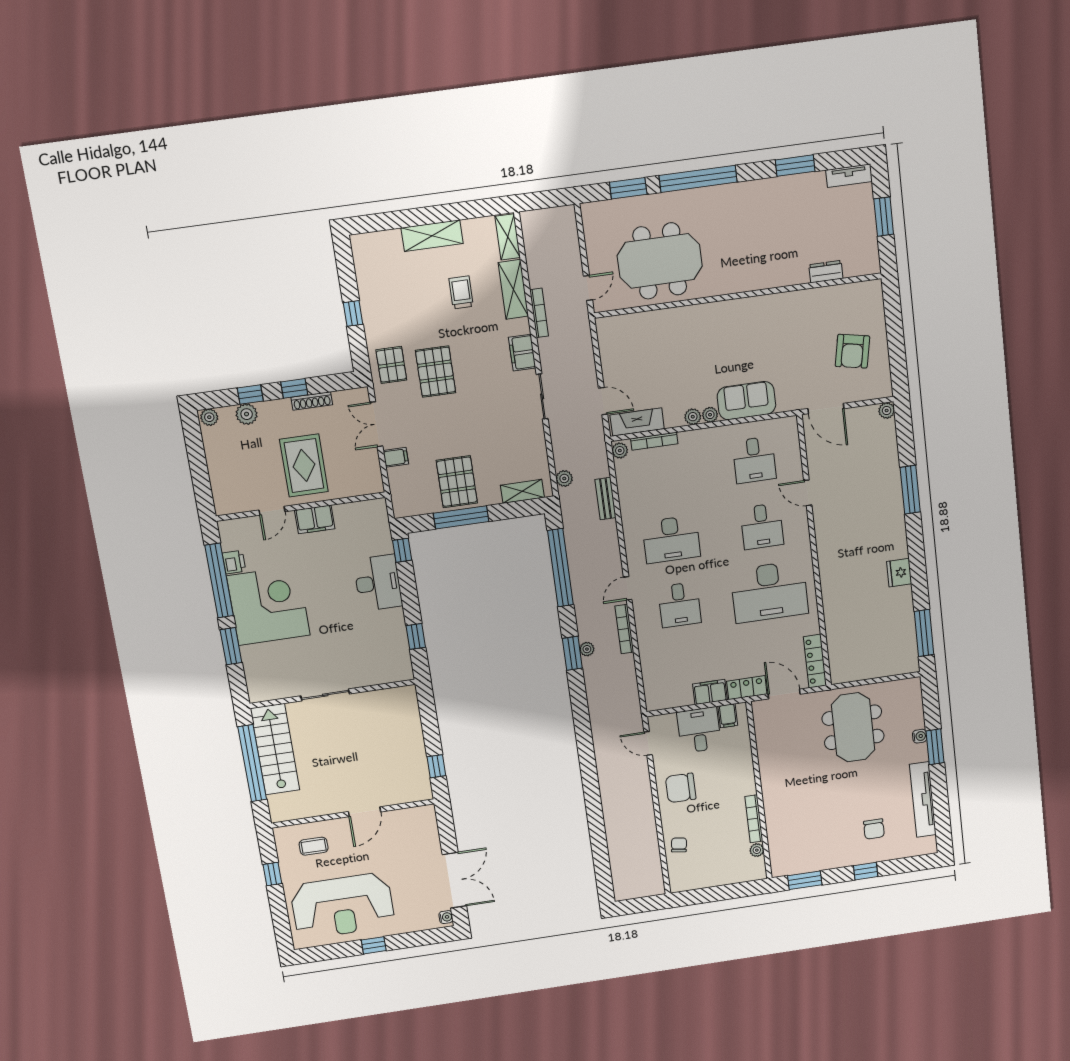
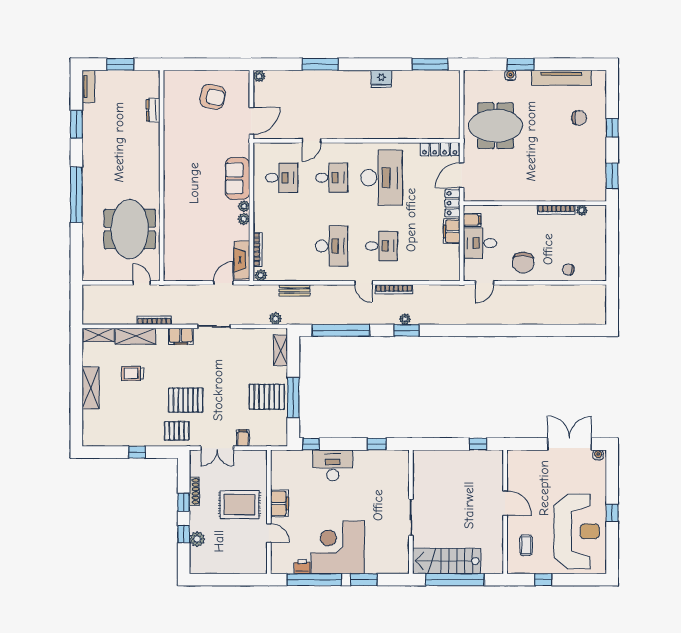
window: (628, 188) -> (76, 245), removed
plant: (209, 417) -> (196, 566), removed

